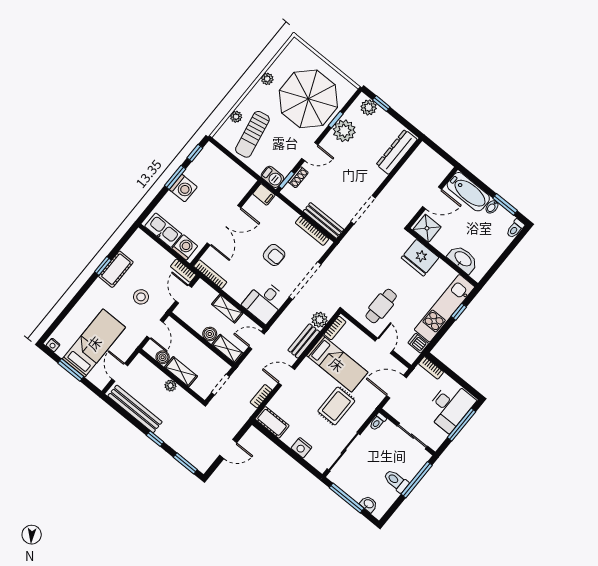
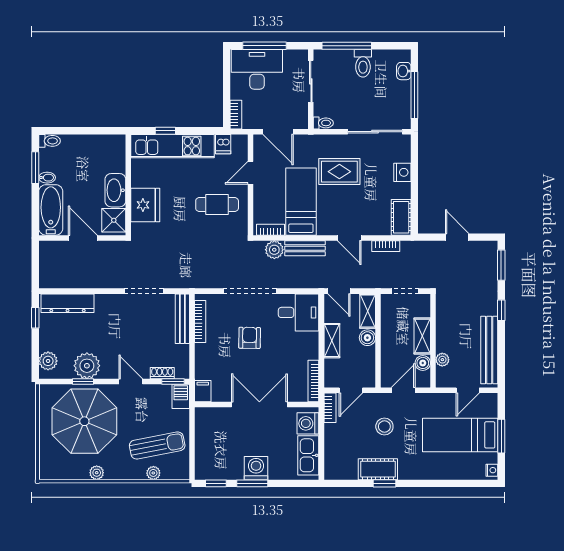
window: (381, 103) -> (35, 318), moved
washbasin: (463, 259) -> (115, 190), moved
plant: (170, 386) -> (442, 360), moved

